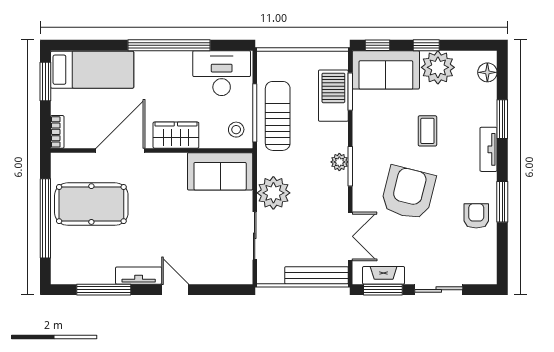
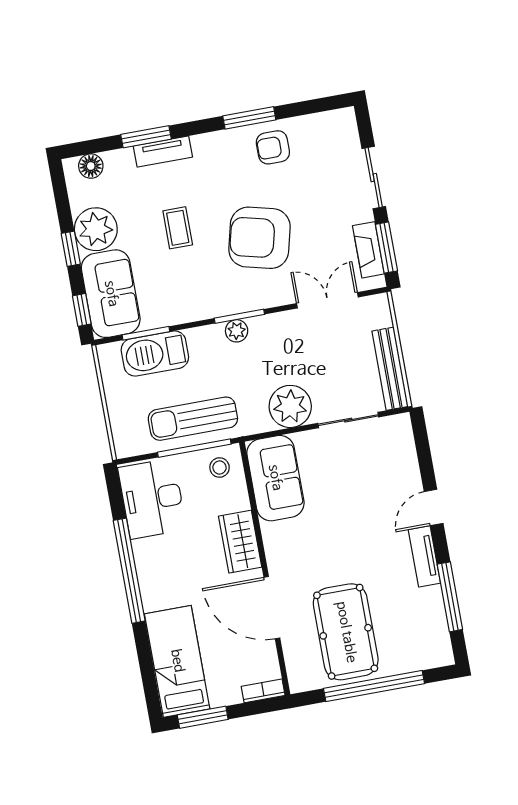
coffee table: (427, 131) -> (178, 228), turned 90
tv unit: (489, 149) -> (163, 151), moved
bench: (317, 275) -> (390, 369), moved

